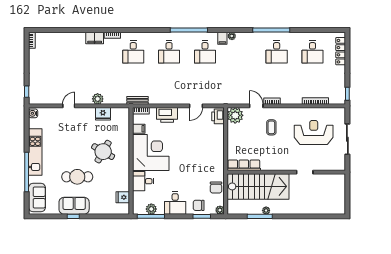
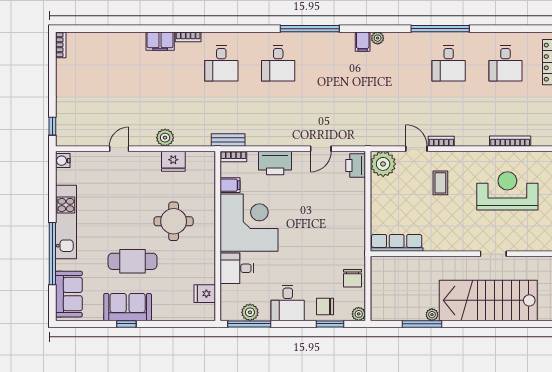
desk: (205, 52) -> (335, 63), removed
round table: (103, 152) -> (174, 221), turned -30
stairs: (258, 186) -> (488, 300), moved, turned 180

